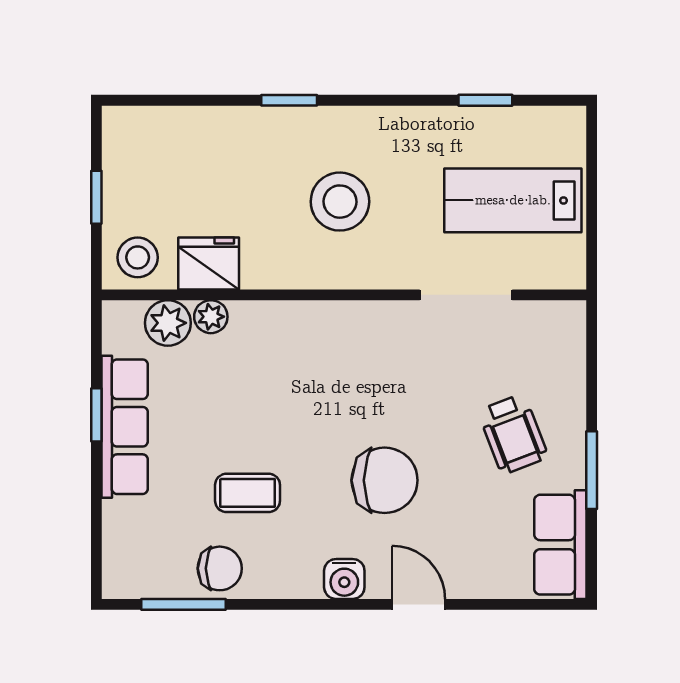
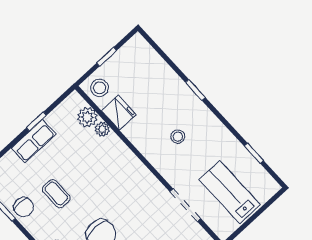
stool: (340, 202) -> (178, 137), width x0.53, depth x0.53
row of seats: (125, 427) -> (34, 141), width x0.68

